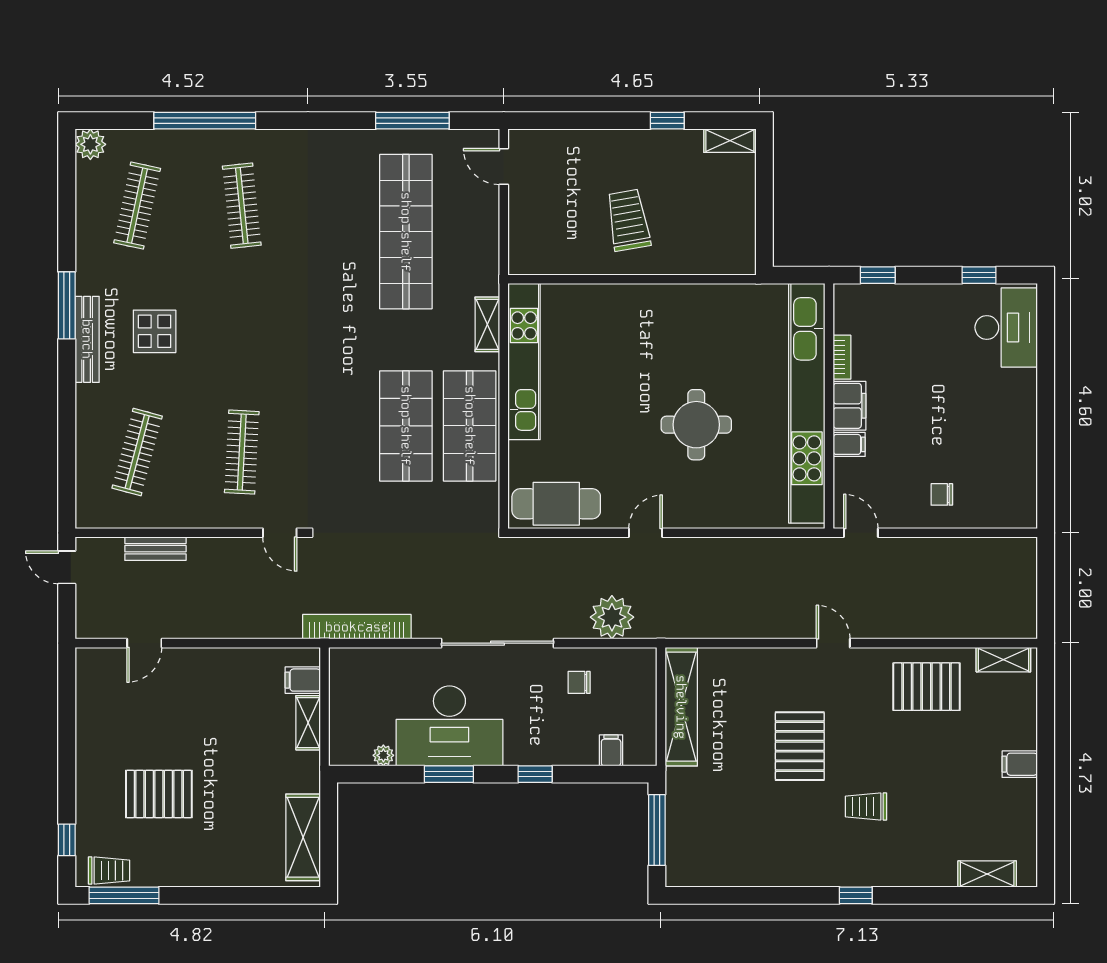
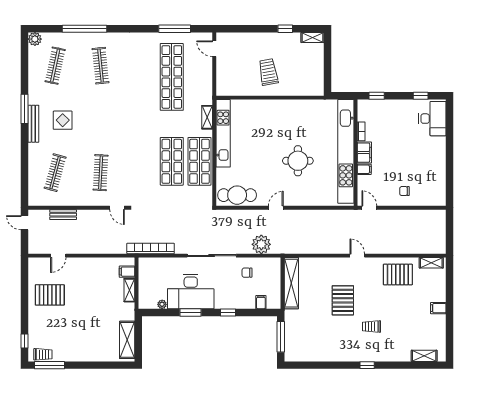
pallet: (159, 794) -> (50, 295), moved

